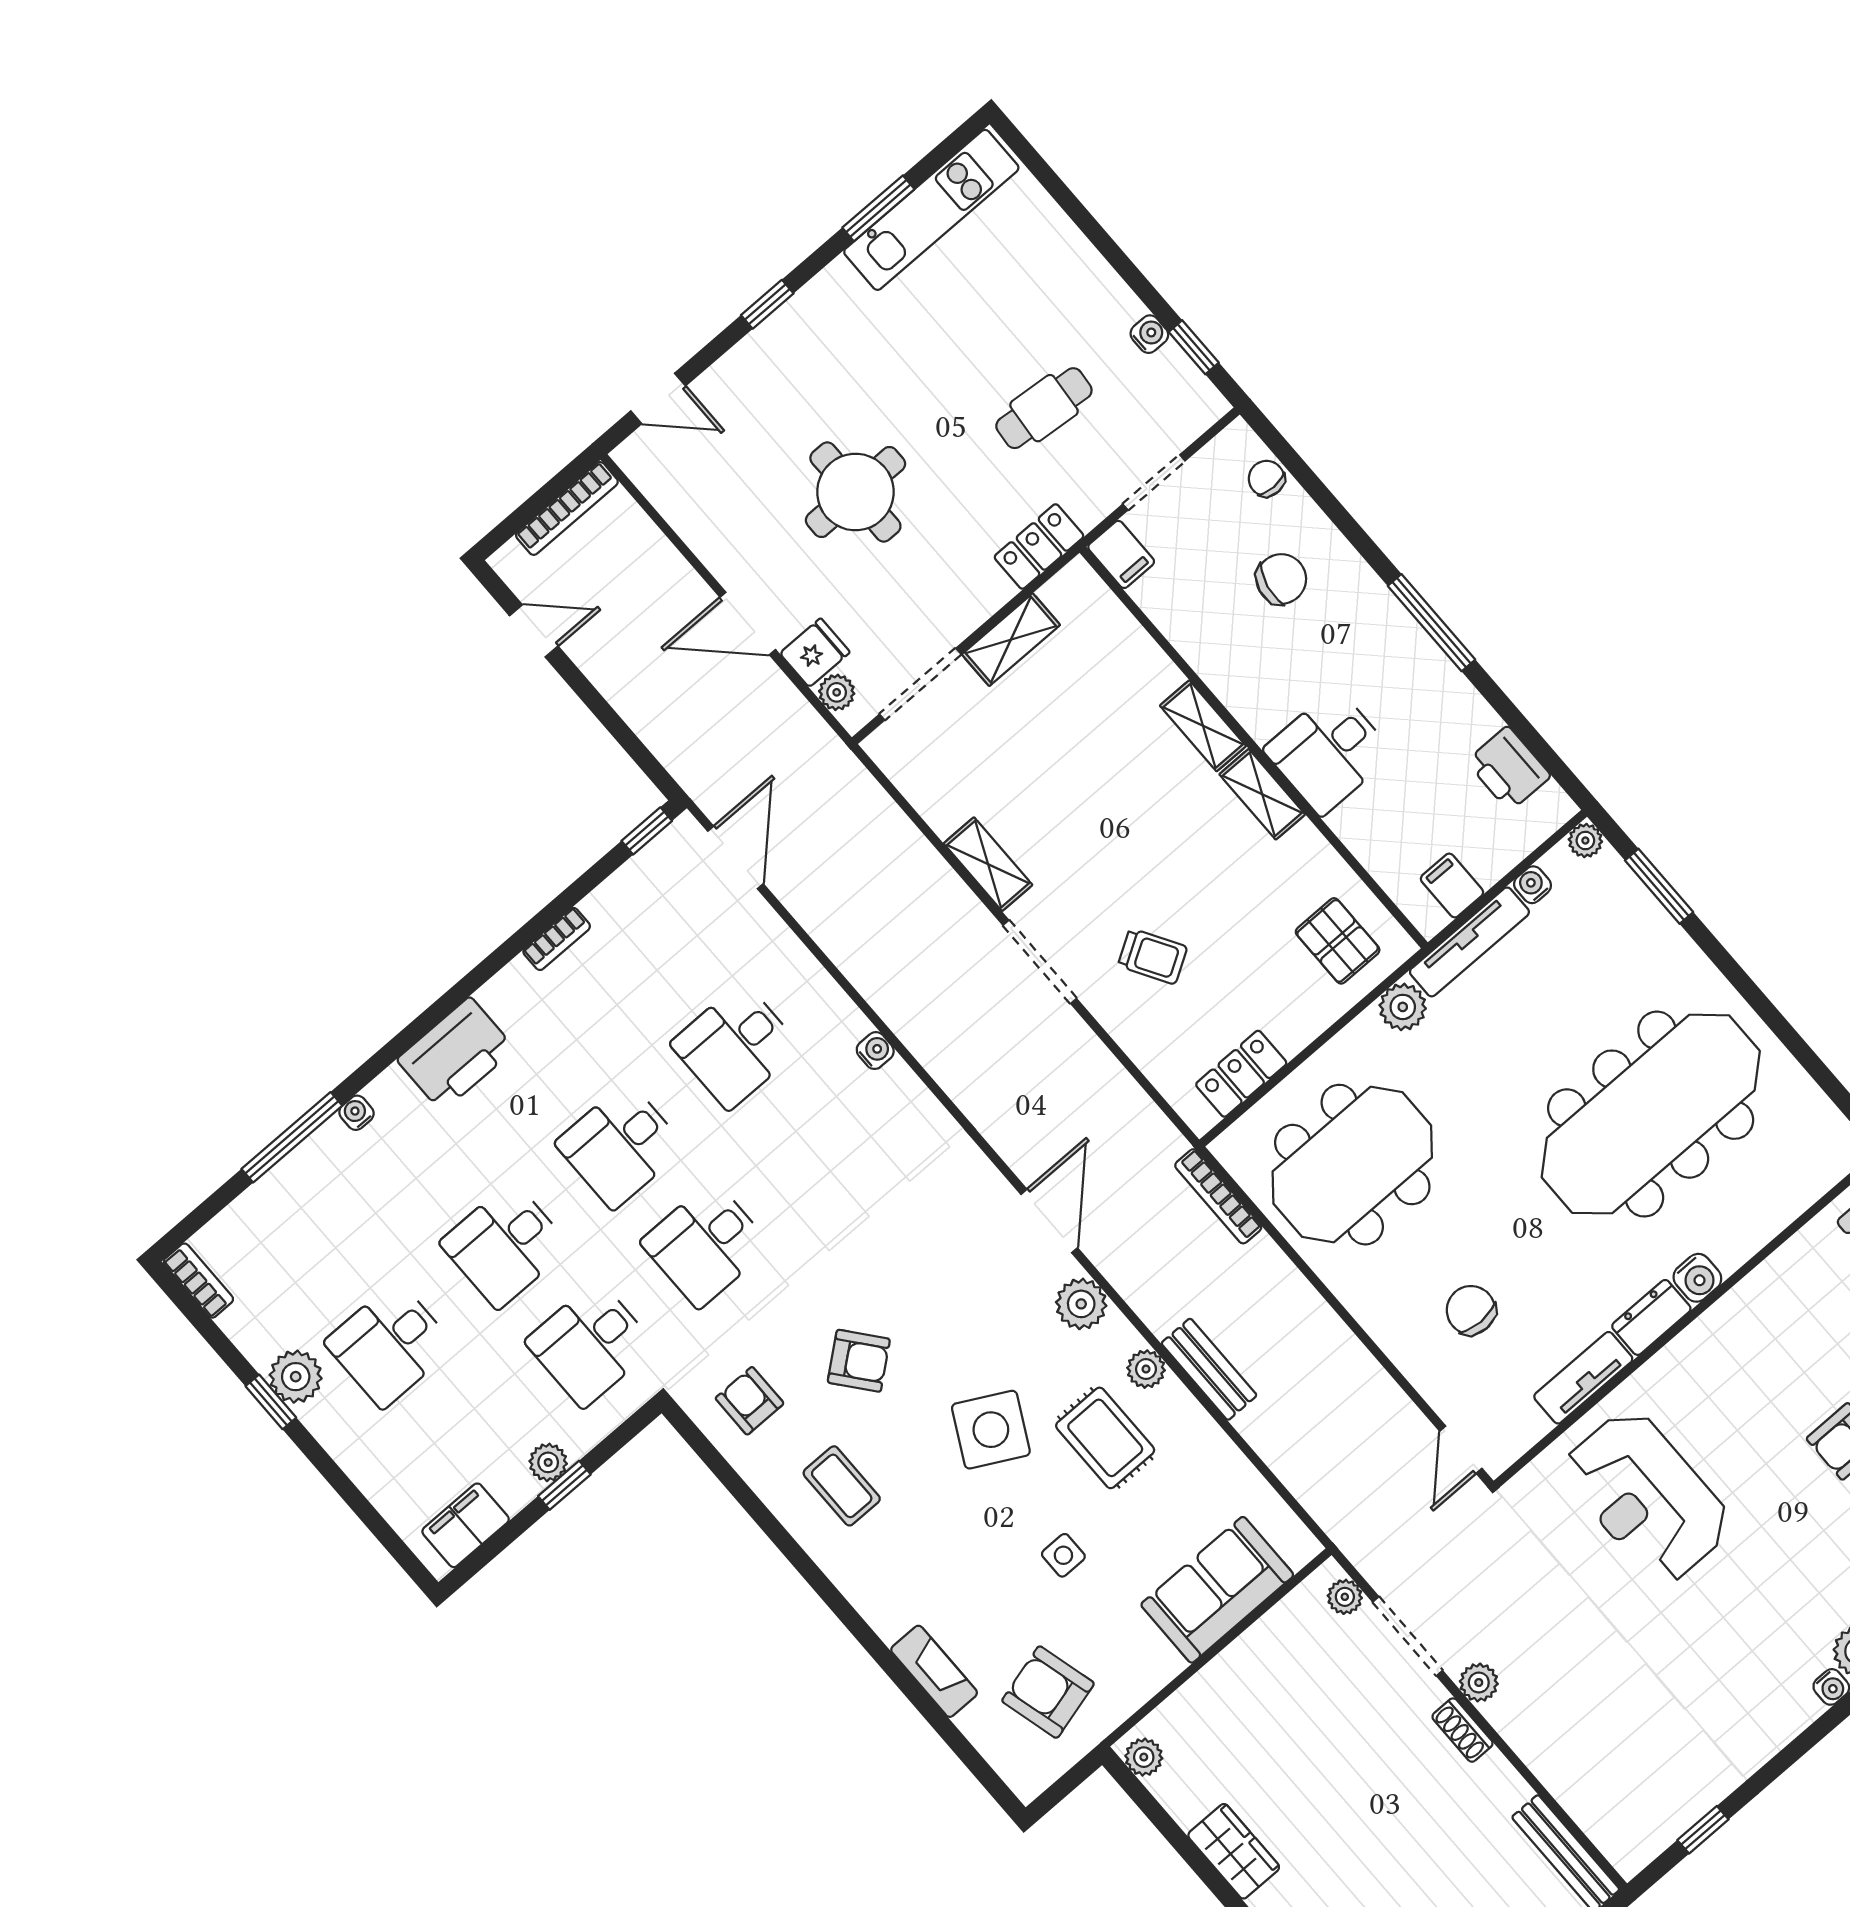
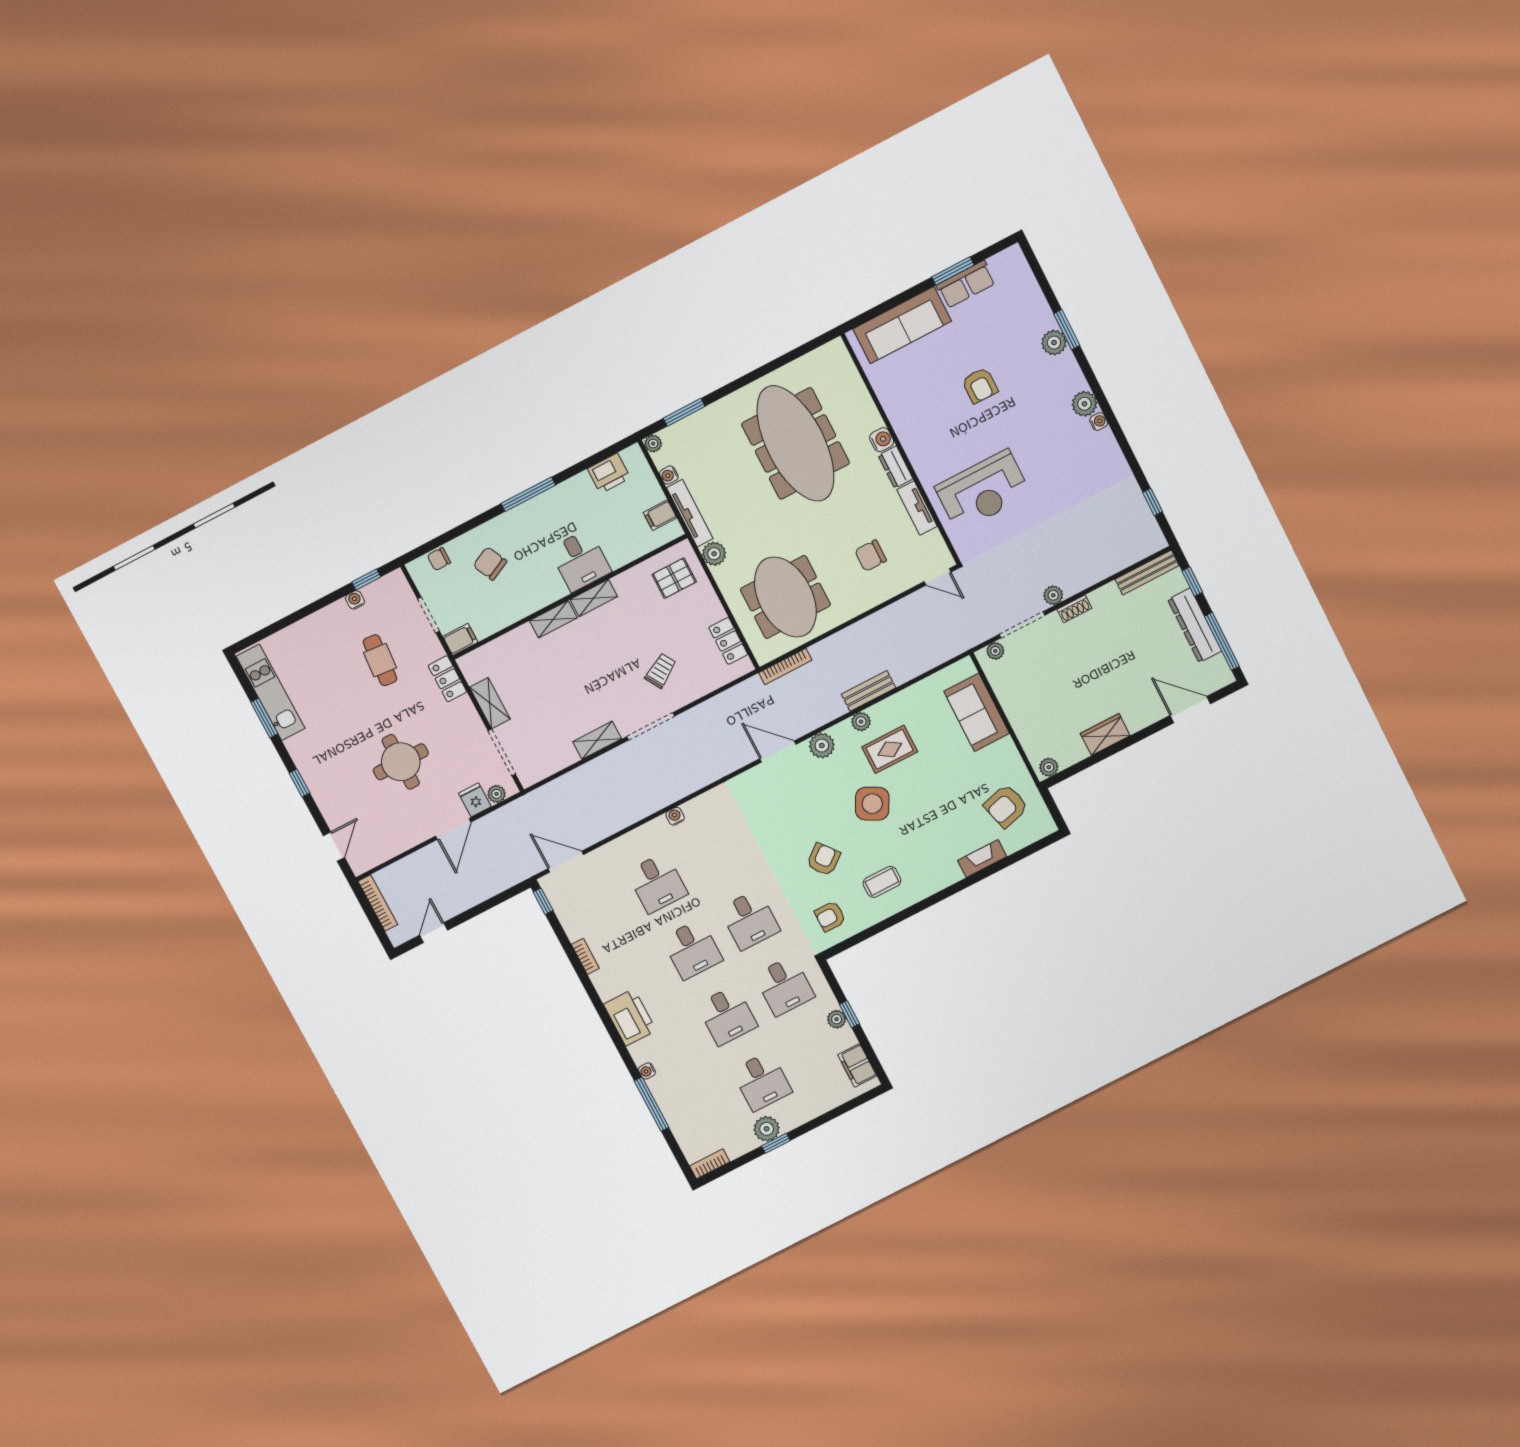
chair: (1281, 579) -> (490, 564), turned -38
side table: (1063, 1555) -> (942, 783), removed

